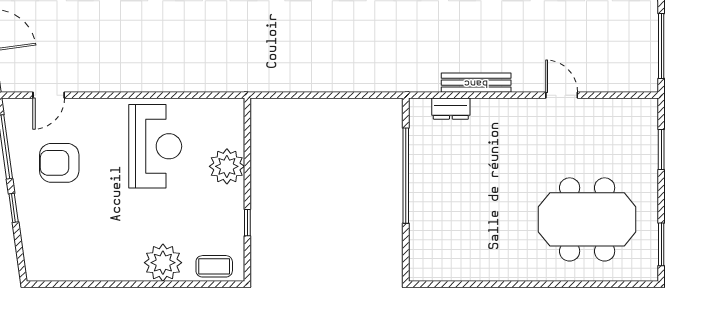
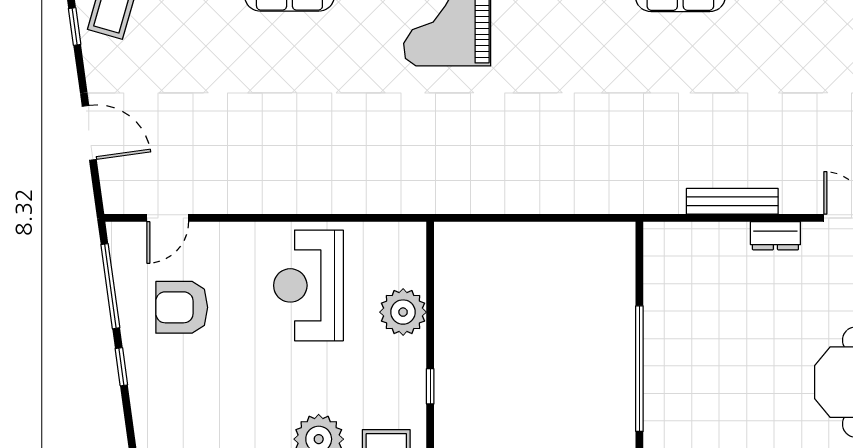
dresser: (451, 109) -> (775, 236), moved
reception desk: (155, 146) -> (308, 285), turned 180
window: (406, 176) -> (639, 369), moved

